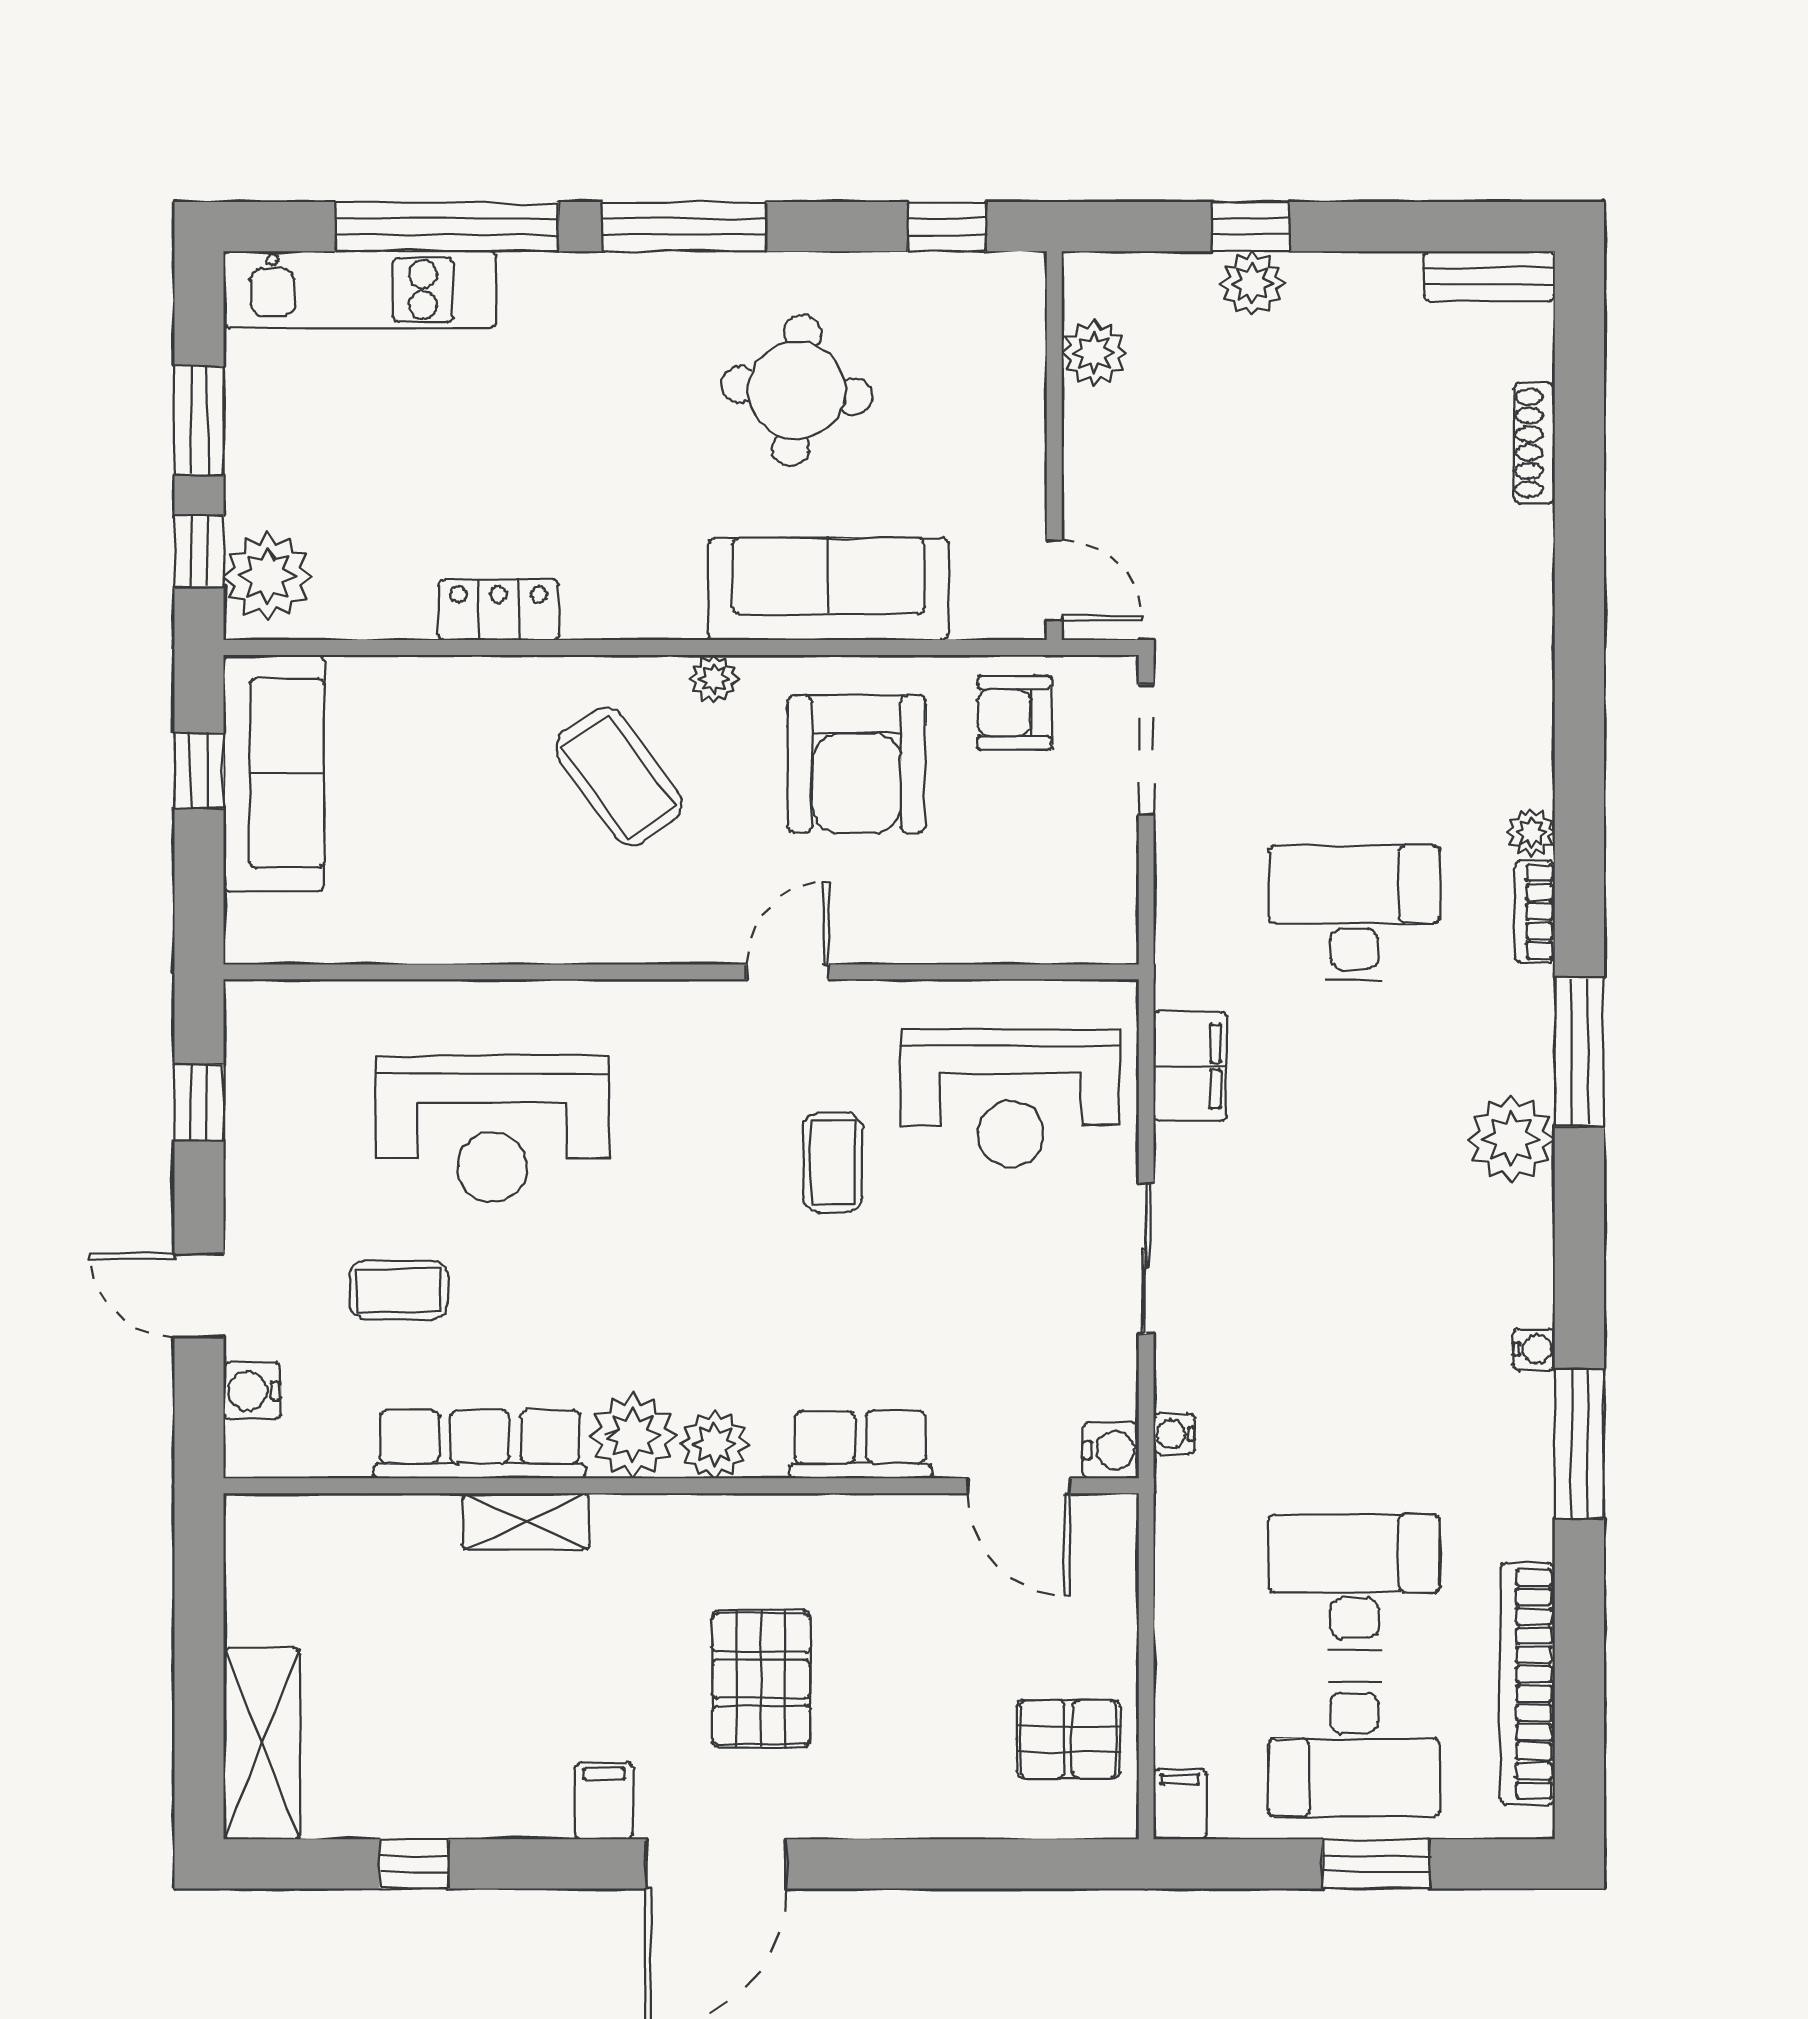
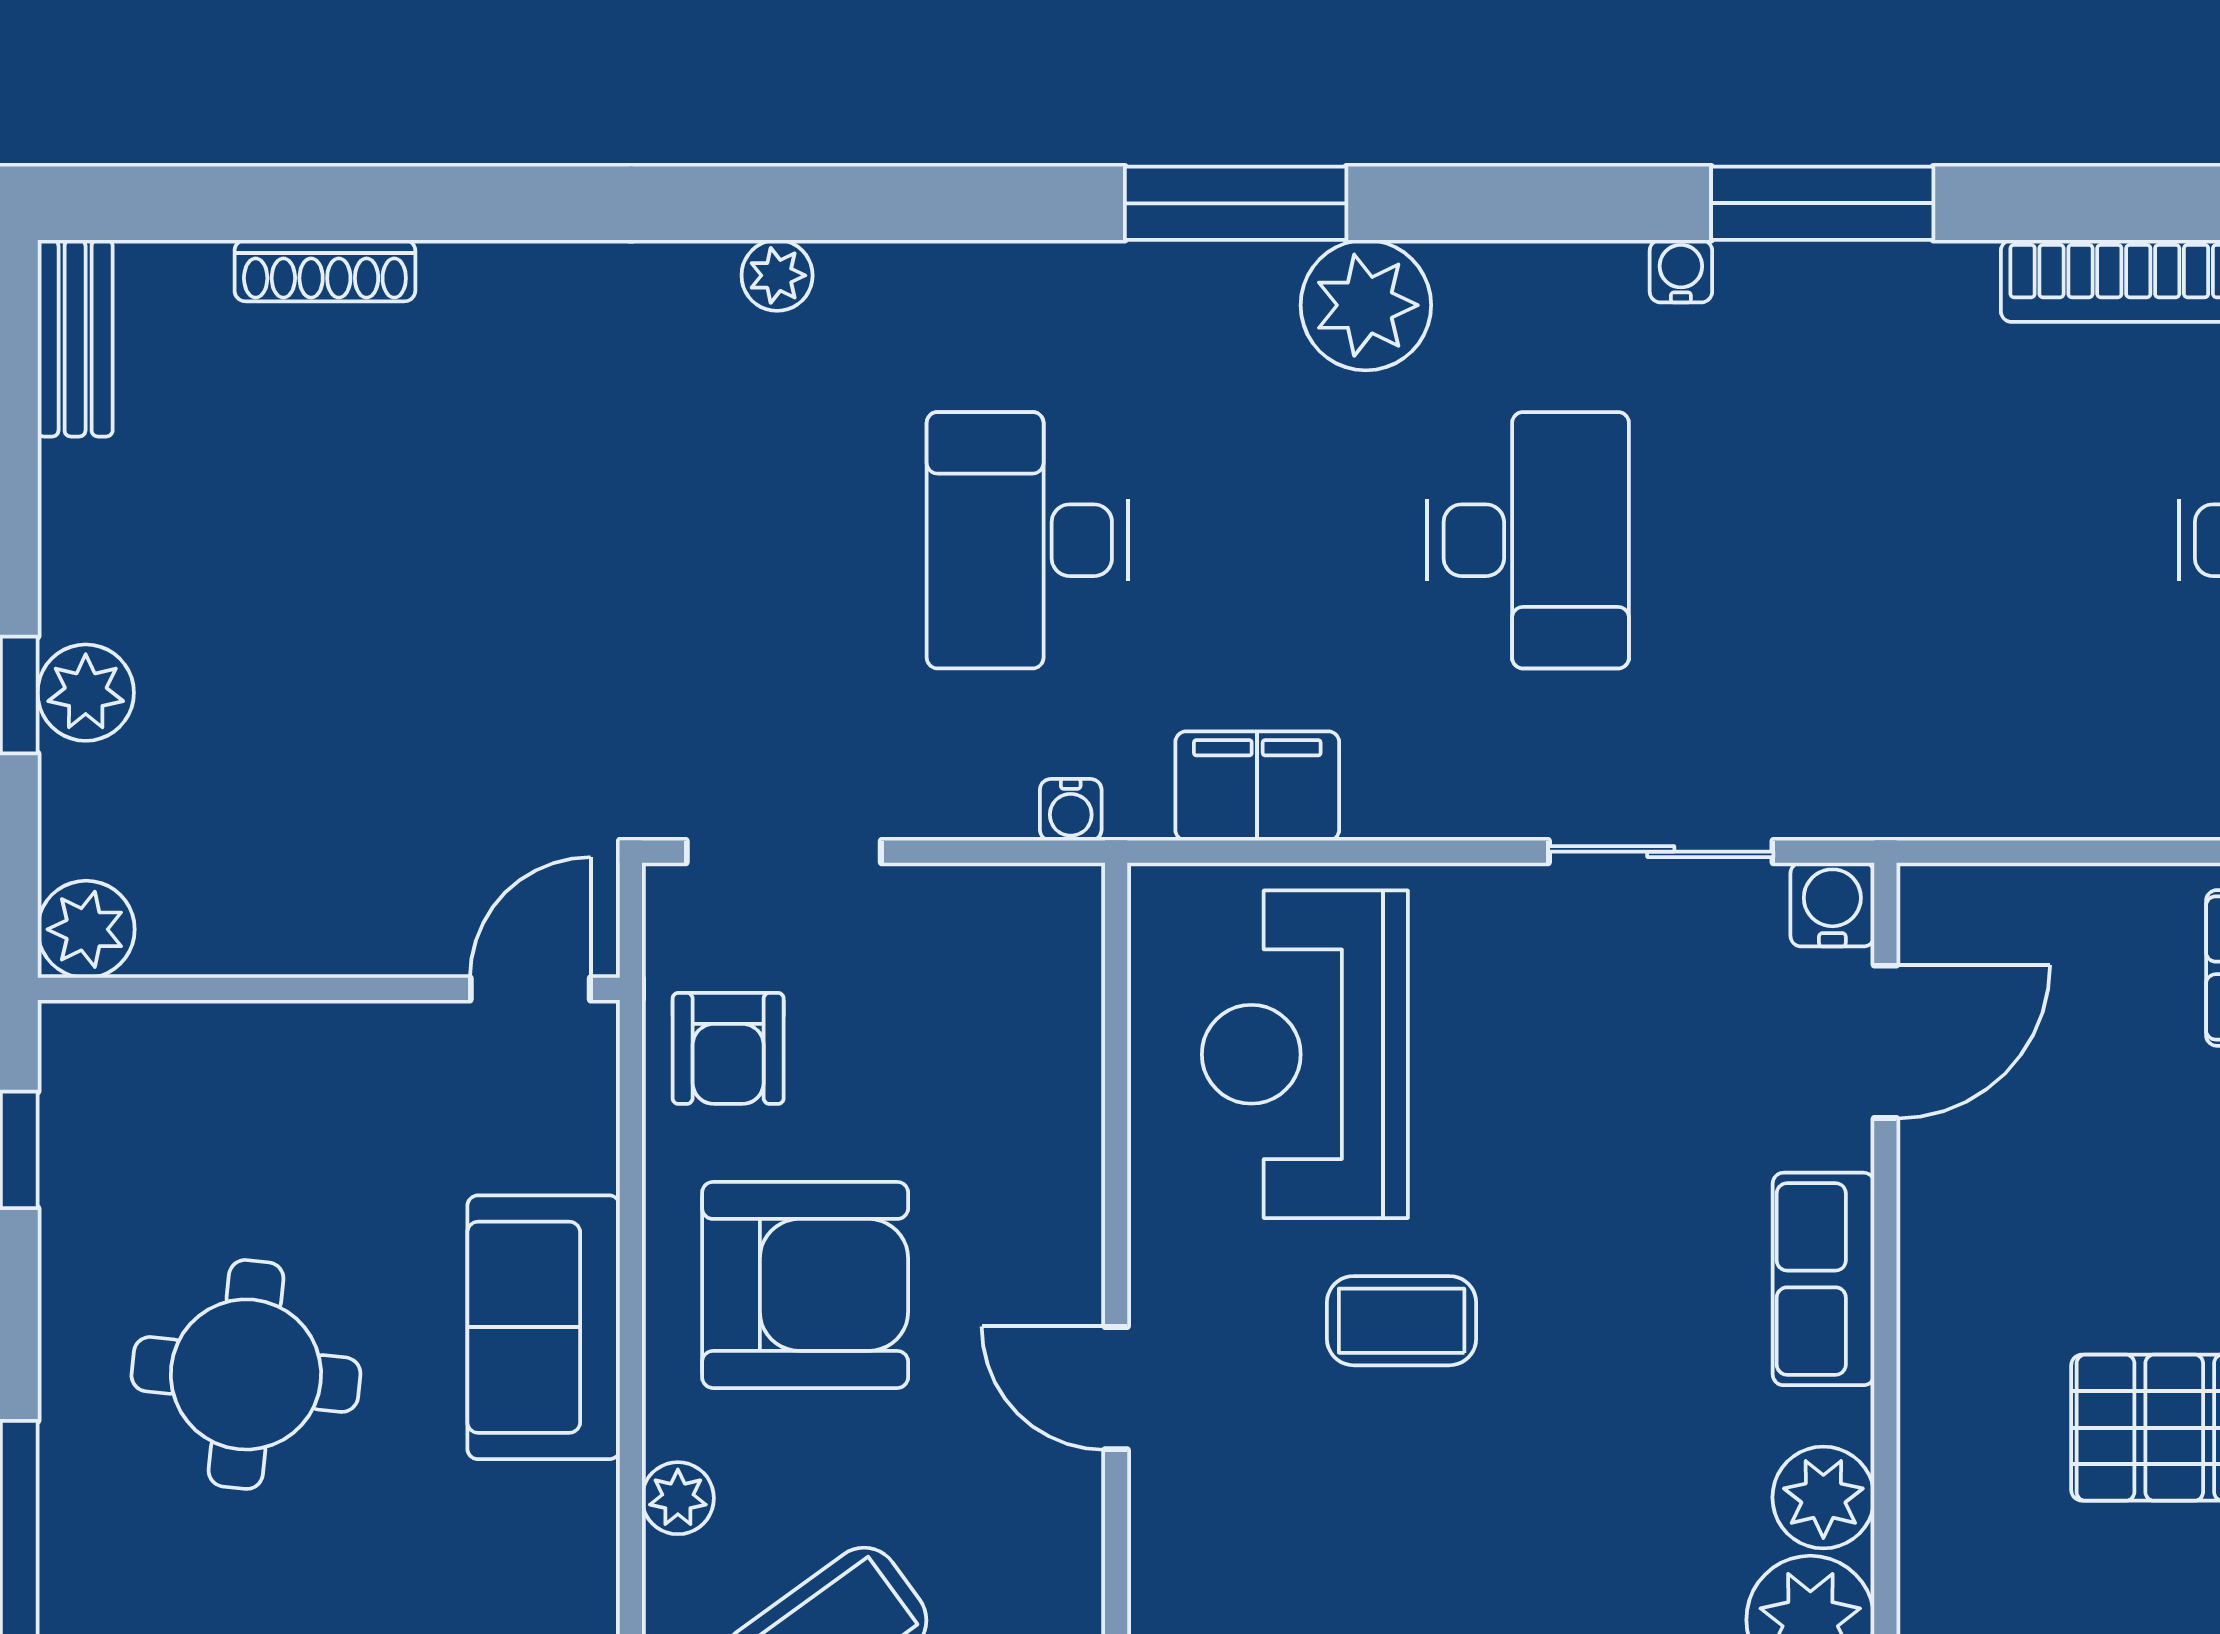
plant: (1094, 353) -> (86, 929), moved
sofa: (828, 589) -> (544, 1327), width x0.73
plant: (1531, 832) -> (777, 275), moved
bookcase: (1535, 912) -> (1026, 270), removed
reception desk: (1011, 1098) -> (1305, 1054), turned 180
sliding door: (1146, 1259) -> (1661, 852), moved
water cooler: (1174, 1434) -> (1071, 810), moved
desk: (1354, 1582) -> (1528, 540), moved, turned 180

